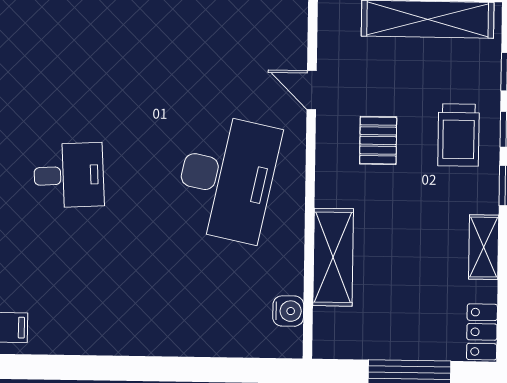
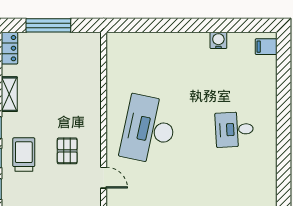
shelving: (333, 257) -> (91, 87), removed
water cooler: (288, 311) -> (218, 40), moved, turned 90

